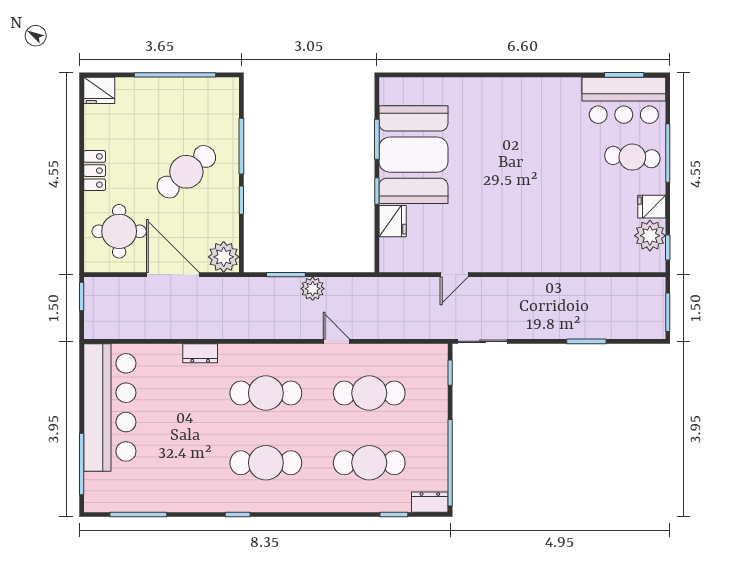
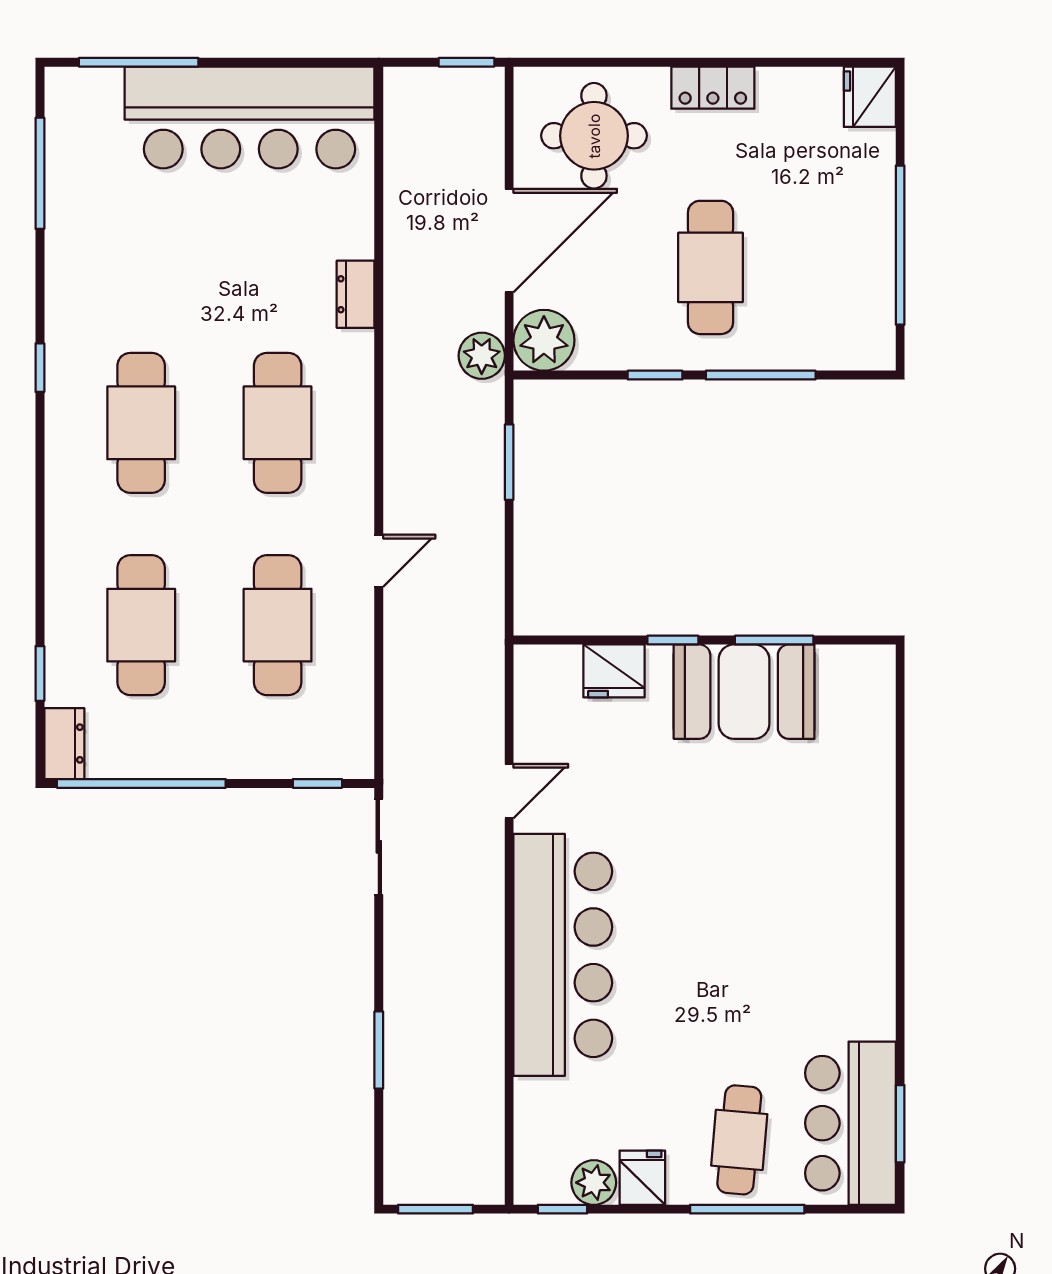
booth: (413, 155) -> (744, 692), width x0.73, depth x0.70
cafe table: (186, 172) -> (711, 267), turned 40
plant: (650, 236) -> (594, 1183), width x0.73, depth x0.73
bar counter: (538, 247) -> (563, 955), added
door: (454, 275) -> (509, 791), swing flipped
plant: (313, 289) -> (482, 356), moved

